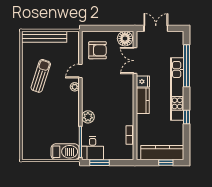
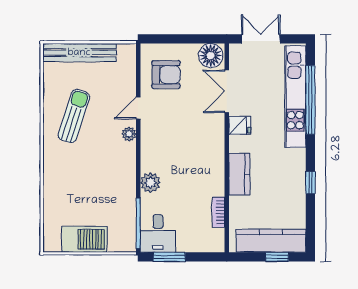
kitchen unit: (177, 89) -> (295, 97), moved
kitchen counter: (143, 101) -> (239, 174), moved
barbecue: (65, 152) -> (84, 239), moved

